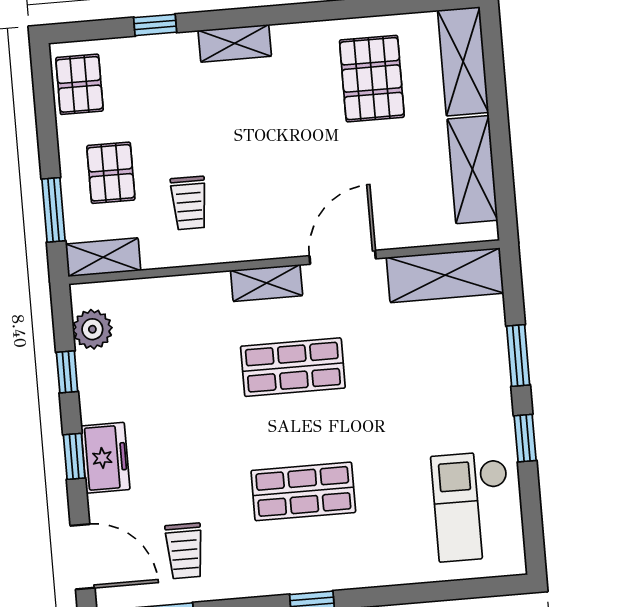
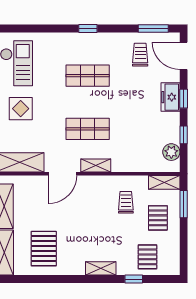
pallet: (79, 84) -> (147, 257), moved
display table: (453, 401) -> (21, 109), added

